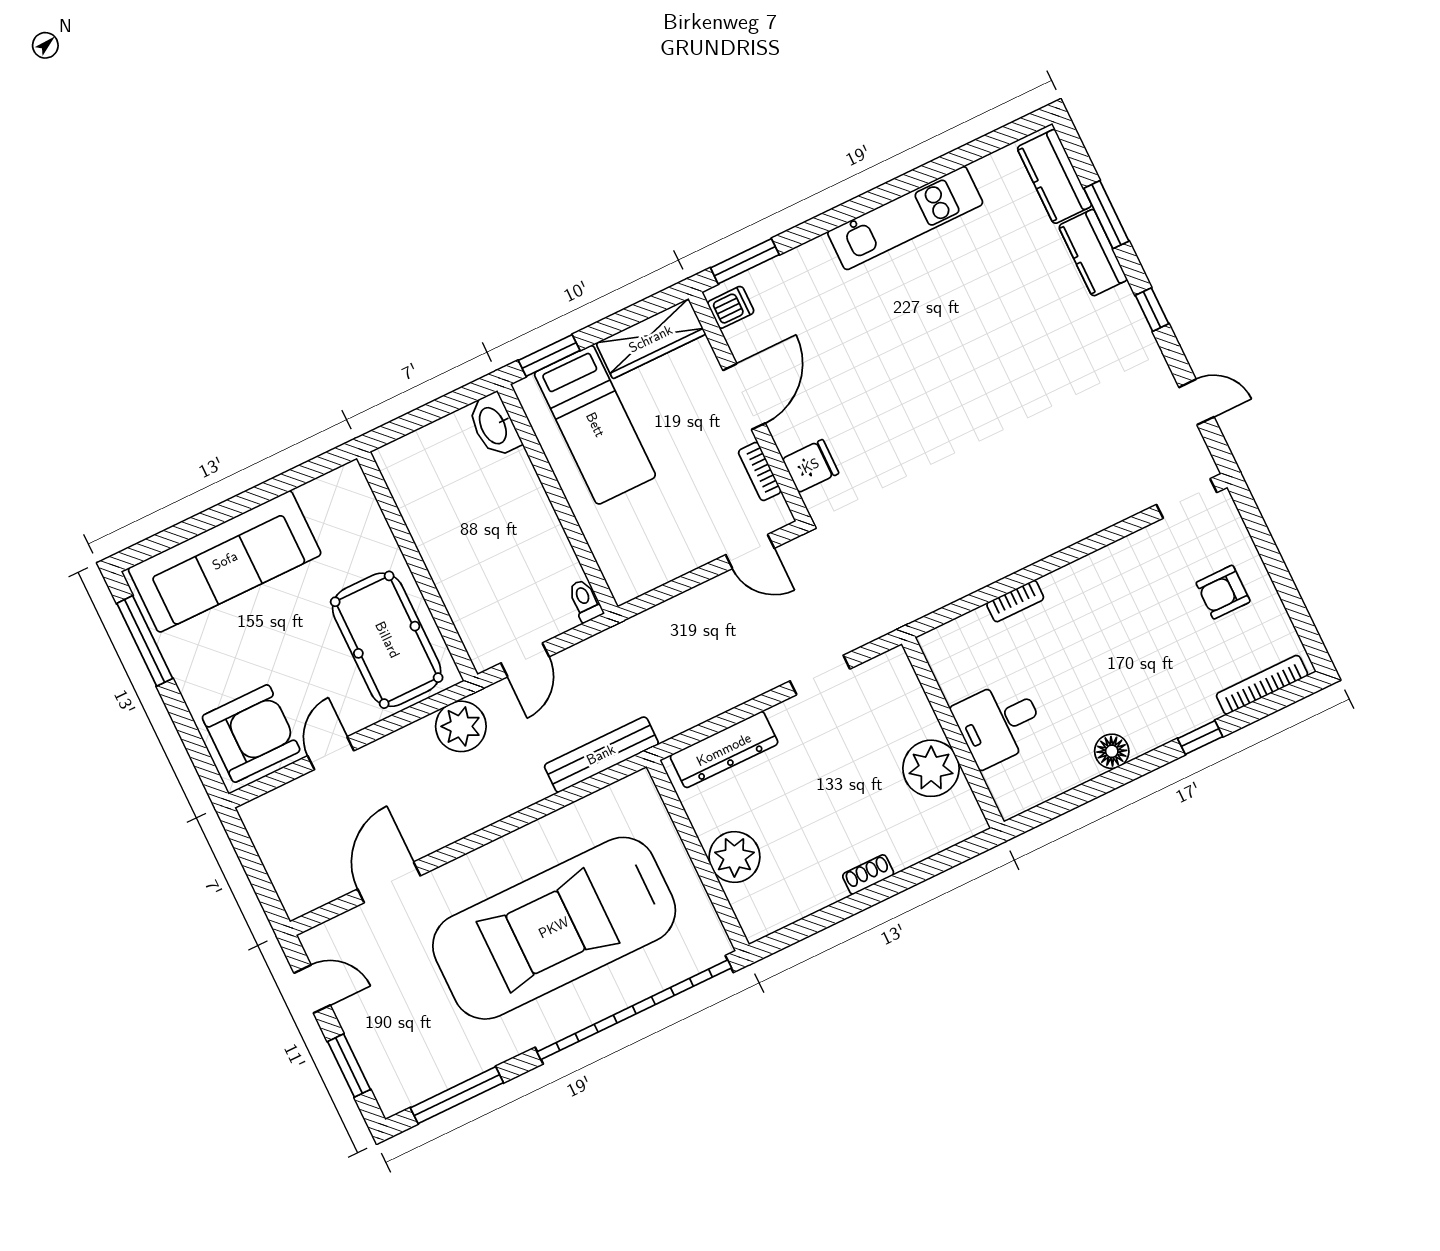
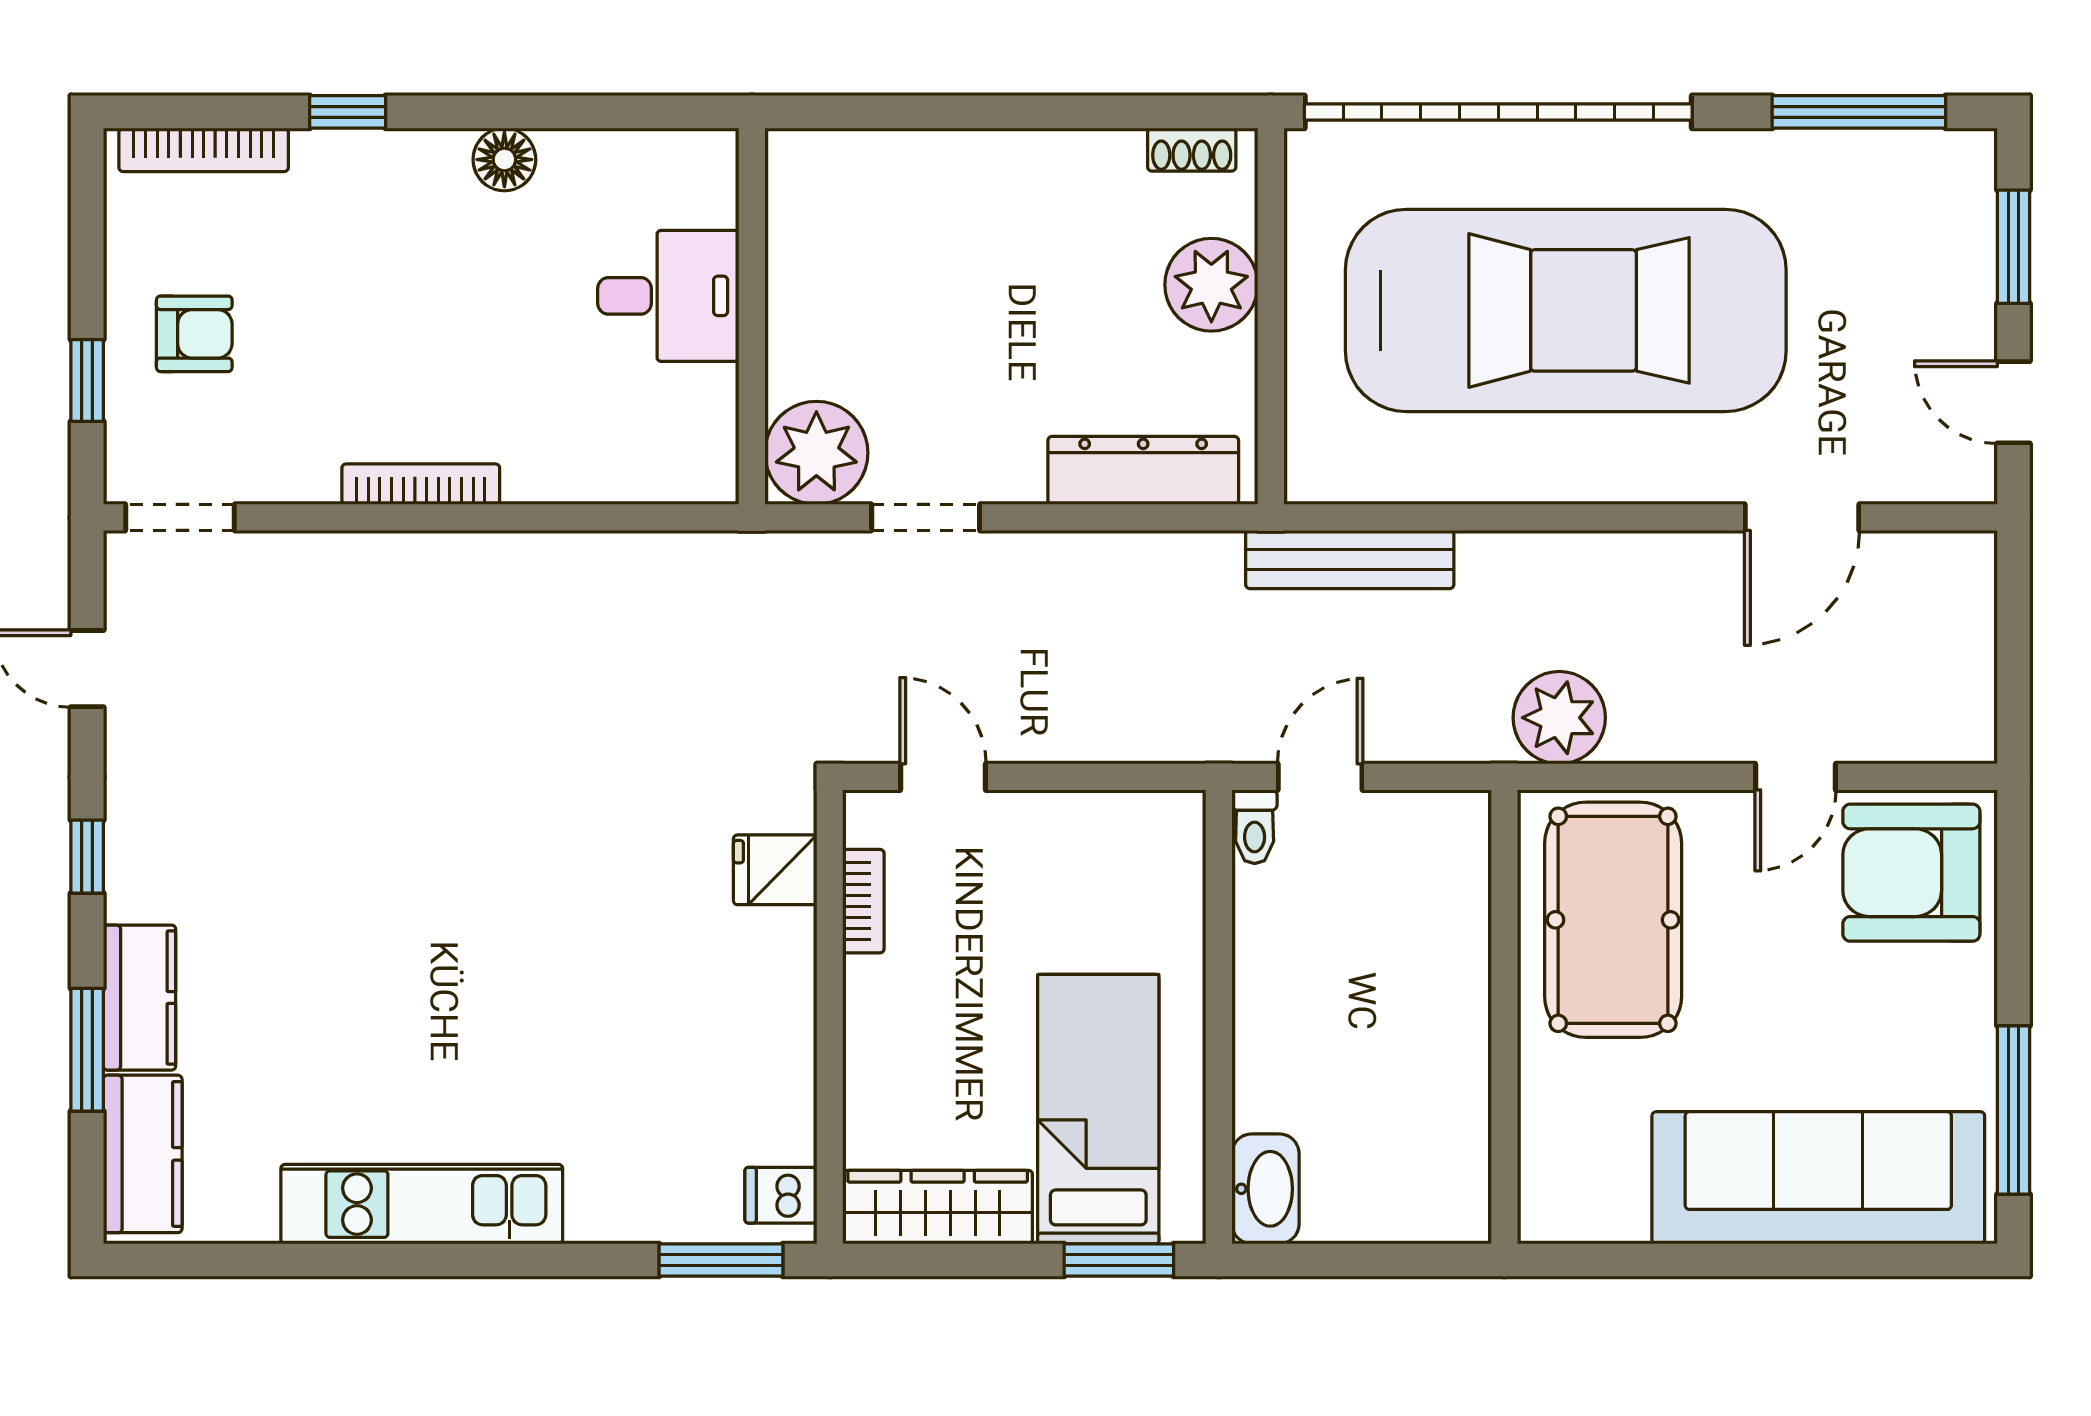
door: (744, 397) -> (830, 1037), removed
window: (1265, 544) -> (87, 381), added
bookcase: (1015, 601) -> (421, 484), moved, width x1.56
door: (525, 660) -> (1320, 777), moved
plant: (931, 768) -> (816, 453), moved
shoe rack: (868, 875) -> (1192, 150), moved

